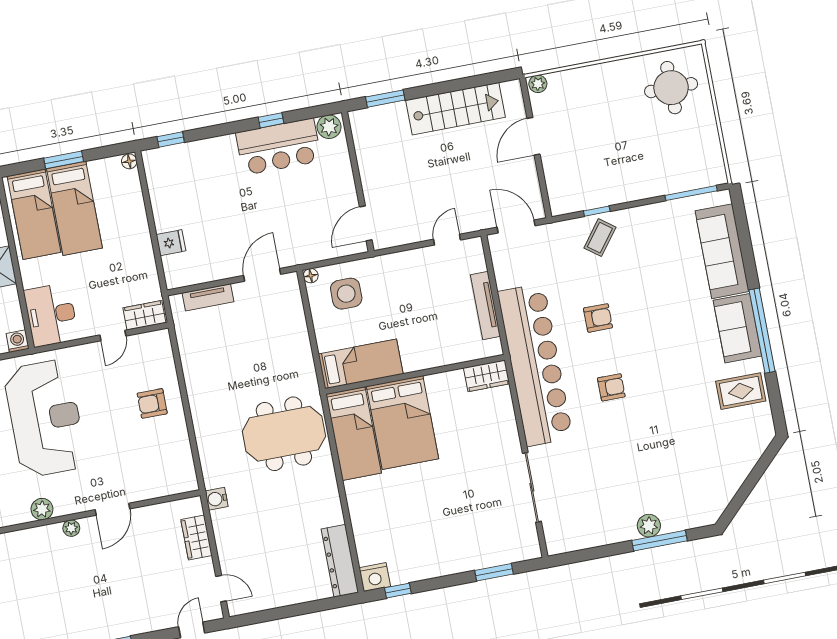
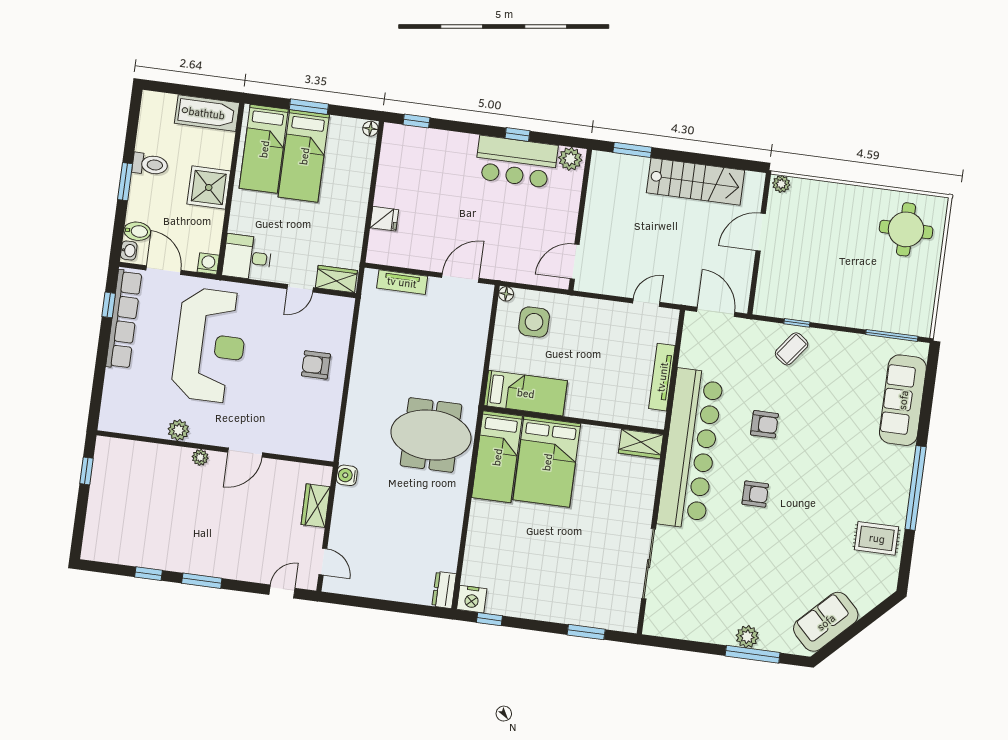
desk: (51, 315) -> (247, 257), width x0.73
sofa: (737, 328) -> (826, 622), moved, turned 45
dresser: (340, 561) -> (444, 590), width x0.51, depth x0.80

